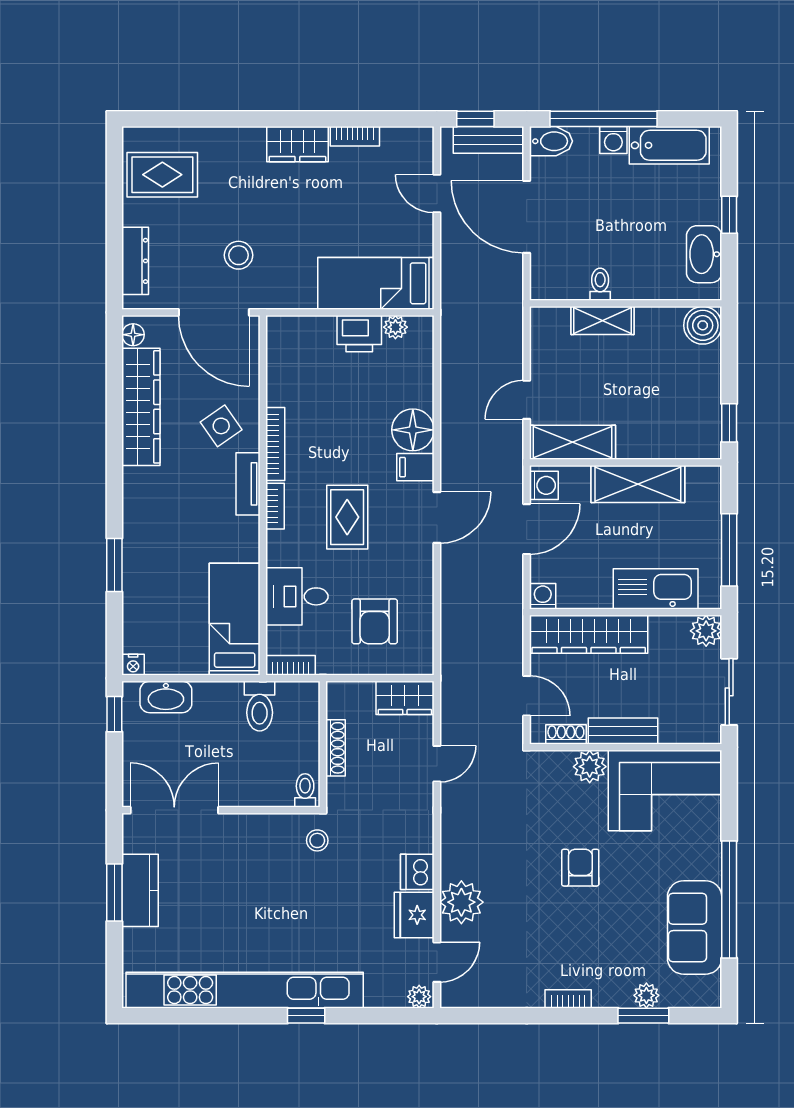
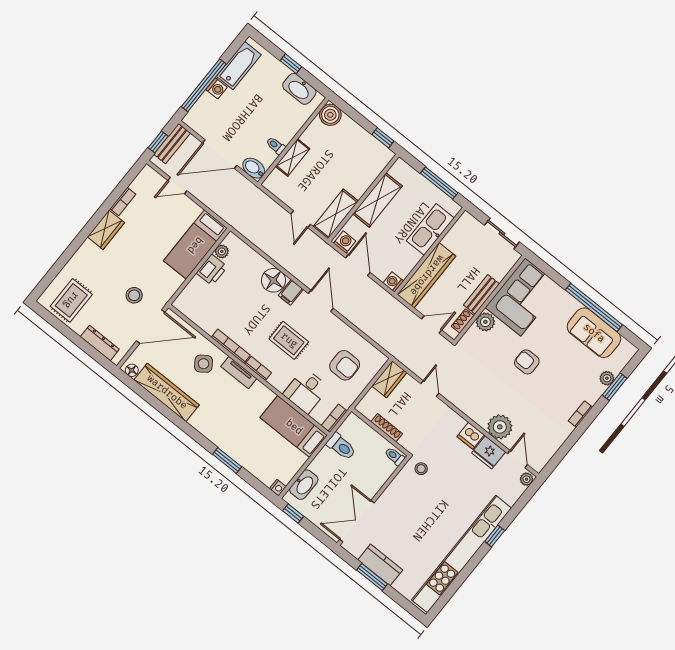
bidet: (551, 141) -> (254, 168), moved, turned -90
plant: (706, 631) -> (467, 222), removed

